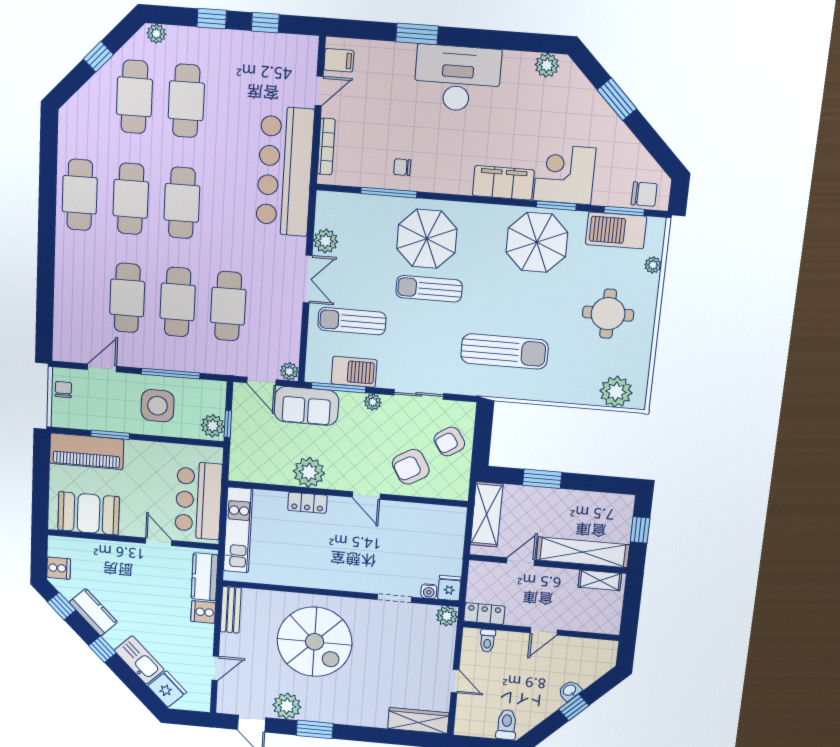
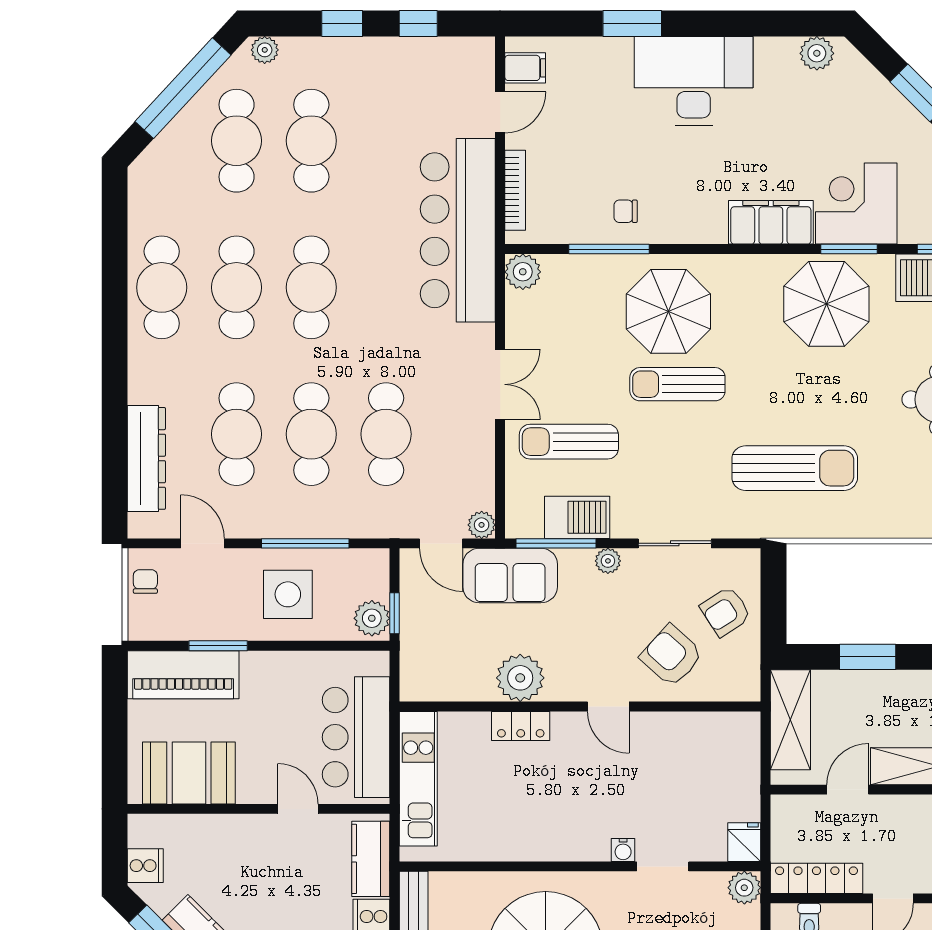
window: (98, 57) -> (183, 88), width x3.17
plant: (326, 241) -> (523, 272), moved
dresser: (66, 309) -> (146, 458), added
door: (102, 368) -> (203, 543), hinge flipped
armchair: (411, 467) -> (671, 656), turned 72
water cooler: (429, 591) -> (623, 850), moved
locker: (484, 614) -> (816, 878), width x1.53

